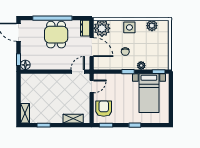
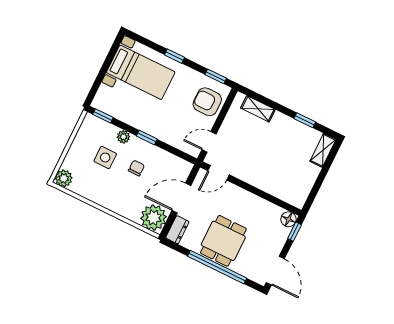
plant: (152, 26) -> (64, 178), moved
side table: (129, 27) -> (105, 157), moved
door: (92, 47) -> (181, 198), hinge flipped
bed with nightstands: (149, 93) -> (141, 72), moved, turned 90
armchair: (104, 109) -> (207, 102), turned 90

